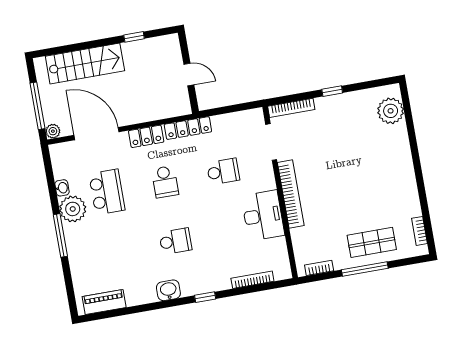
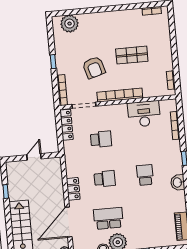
locker: (188, 128) -> (67, 125), moved
armchair: (329, 152) -> (94, 67), added
school desk: (223, 172) -> (101, 139), turned 90
desk: (263, 216) -> (144, 114), moved
shop shelf: (372, 242) -> (132, 55), moved, turned 90
window: (365, 269) -> (174, 50), removed

